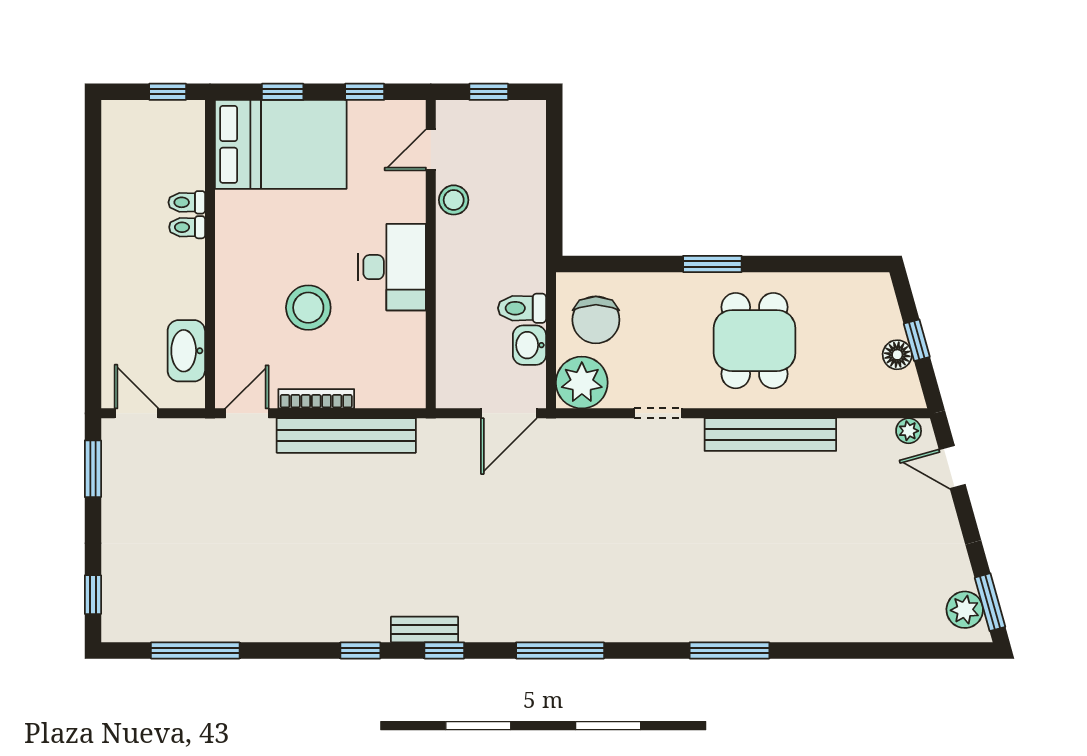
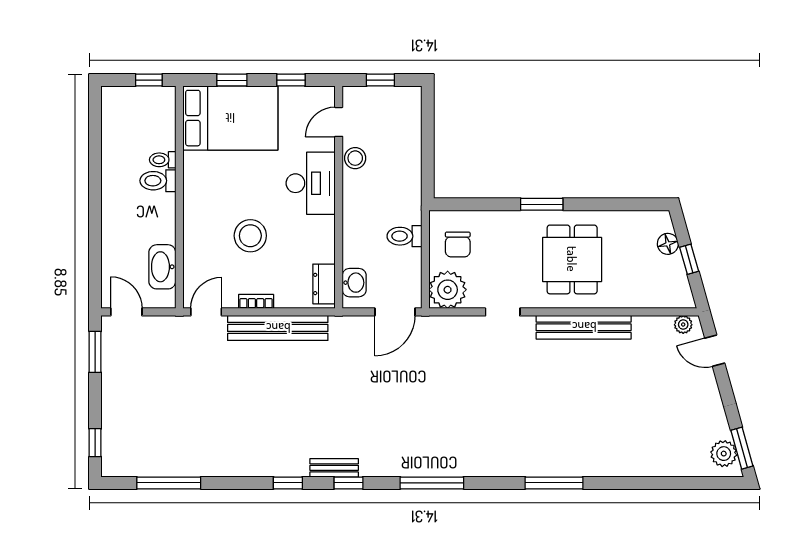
toilet: (187, 227) -> (158, 181), width x1.37, depth x1.39
desk: (392, 267) -> (311, 183), moved
chair: (596, 320) -> (458, 245), width x0.73, depth x0.73
washbasin: (529, 345) -> (354, 283), moved, turned 180
floor lamp: (897, 355) -> (668, 244), moved
dresser: (410, 375) -> (324, 284), added
bookcase: (316, 399) -> (256, 301), width x0.64

